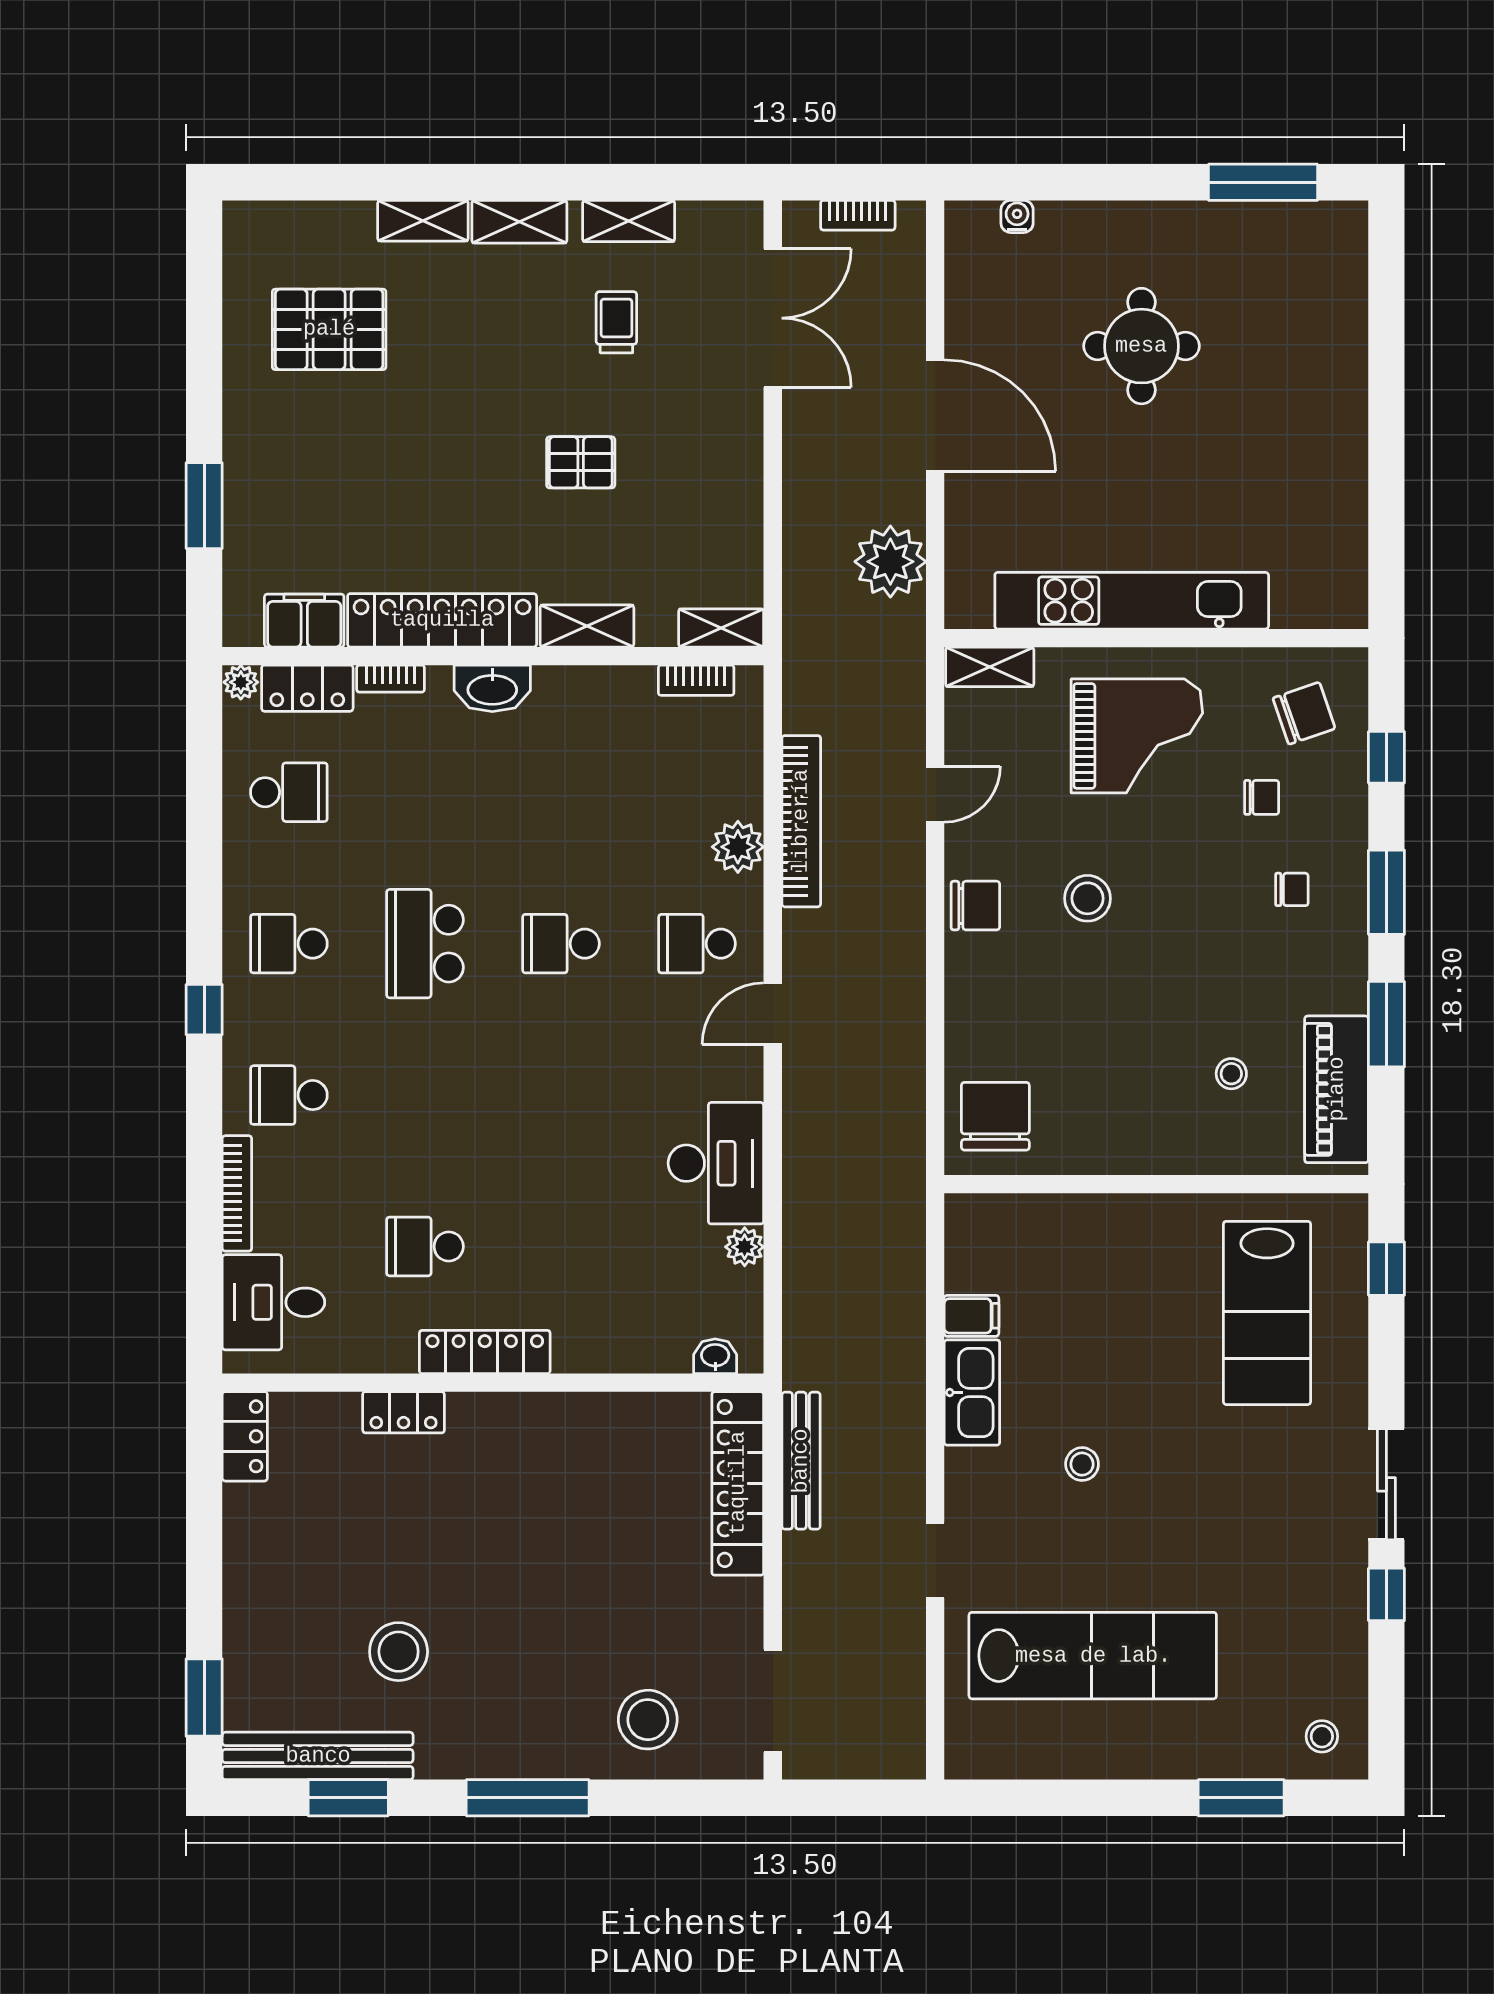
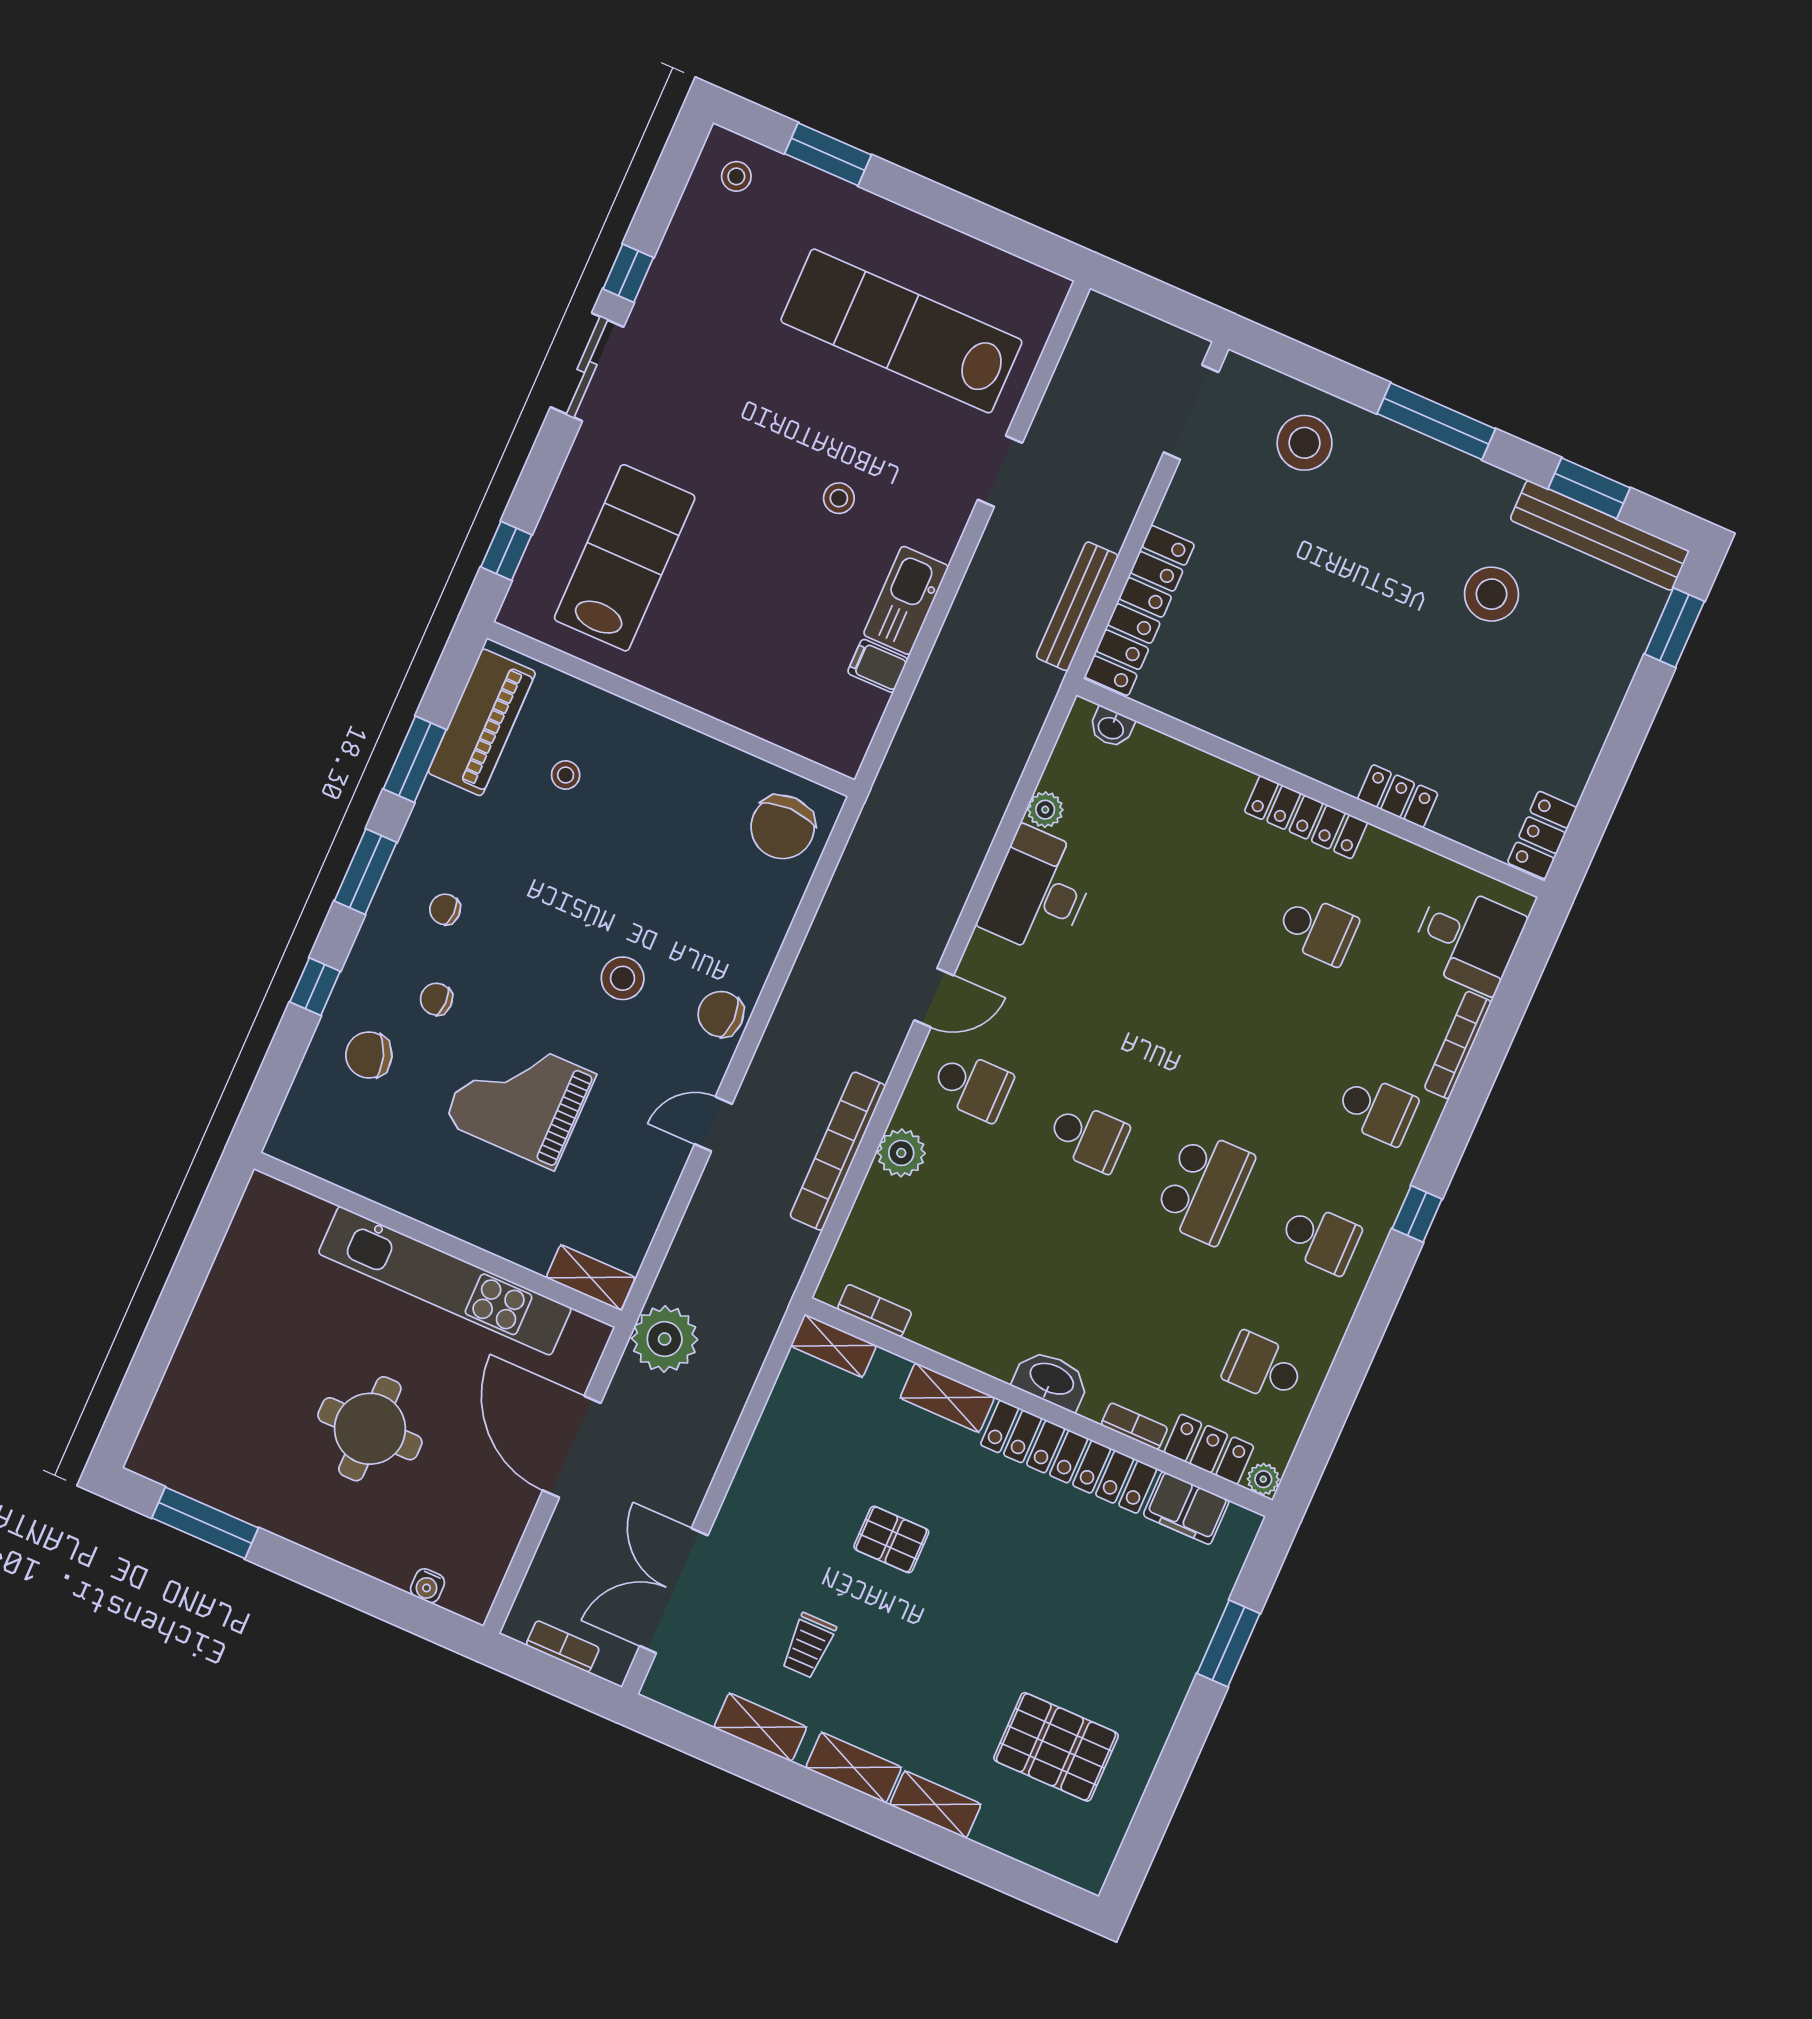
kitchen unit: (1132, 601) -> (445, 1281), moved
wall: (1156, 638) -> (438, 1240), moved
shelving: (990, 667) -> (591, 1277), moved

